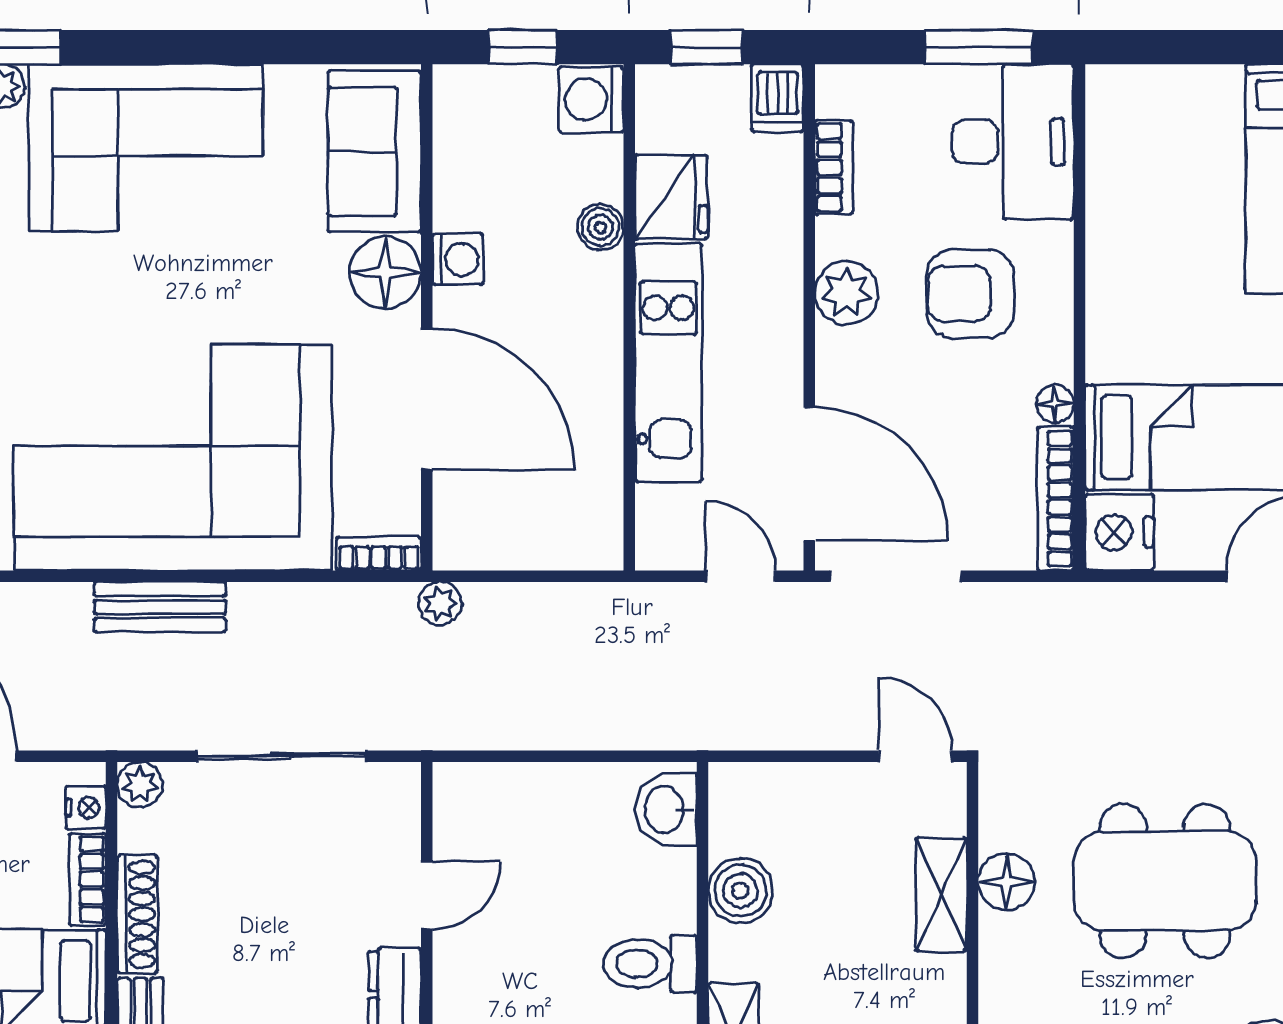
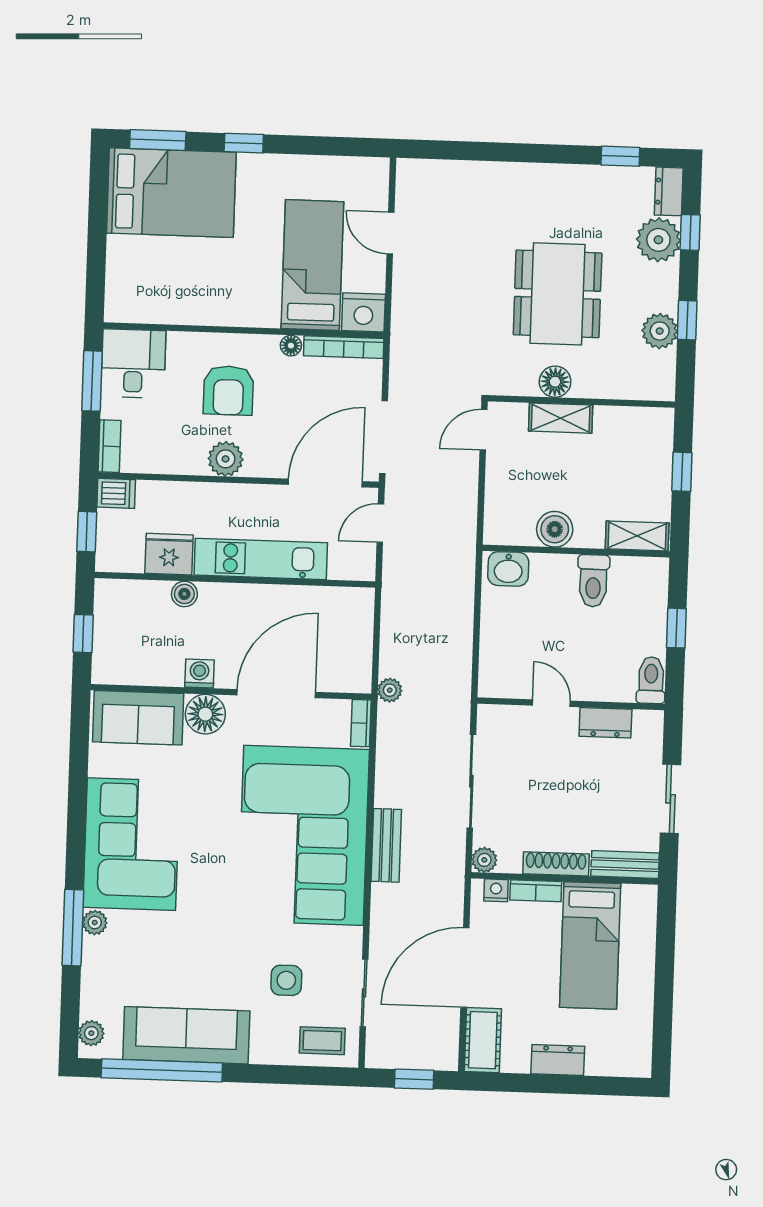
washing machine: (591, 100) -> (114, 597), removed
desk: (1013, 142) -> (133, 363), width x0.73
bookcase: (834, 167) -> (110, 446), moved, turned 90

